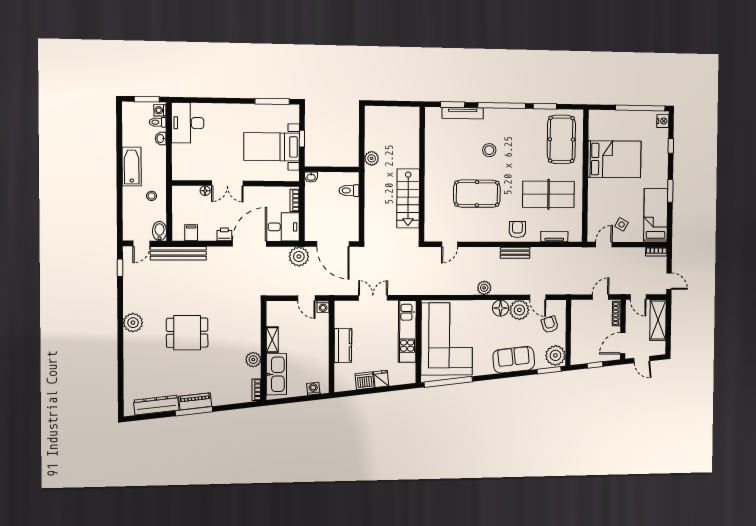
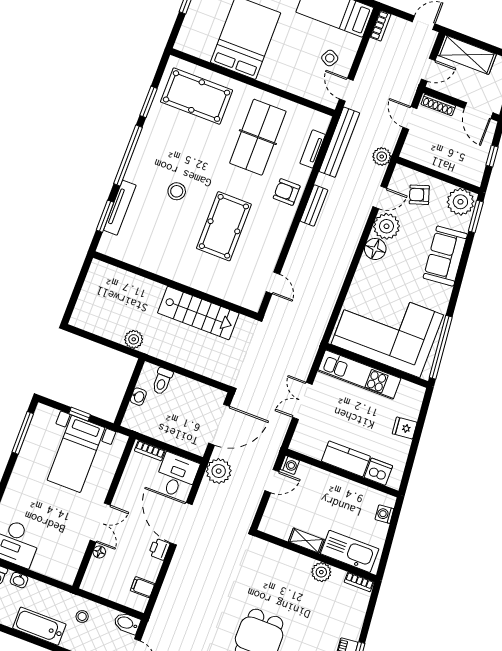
washbasin: (311, 177) -> (138, 397), moved
bench: (178, 253) -> (339, 142), moved
plant: (484, 288) -> (382, 157), moved
dishwasher: (365, 381) -> (378, 472), moved, turned 96

